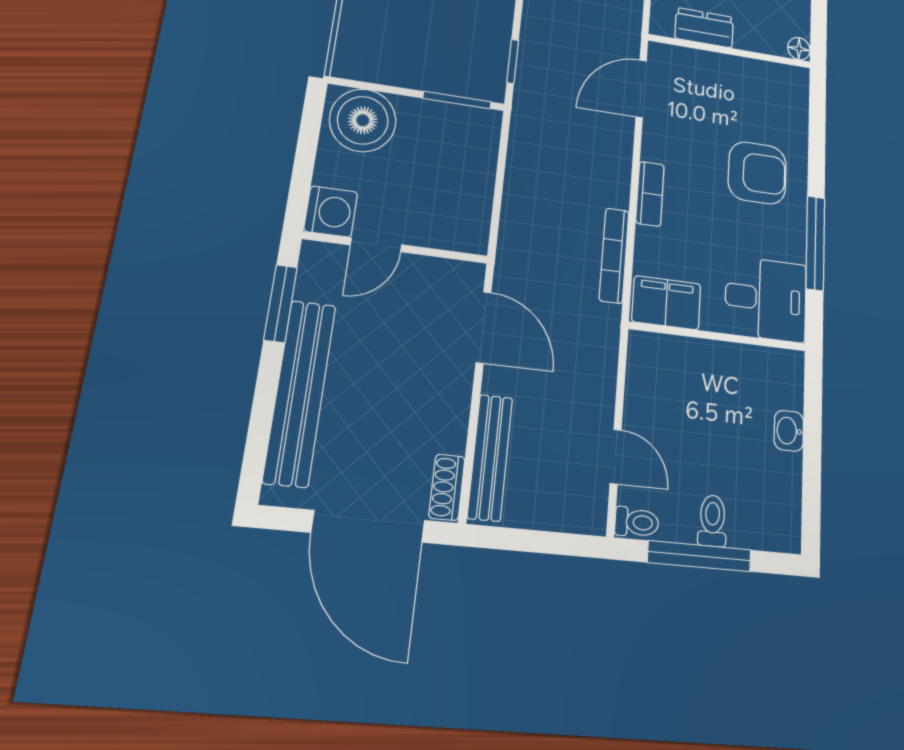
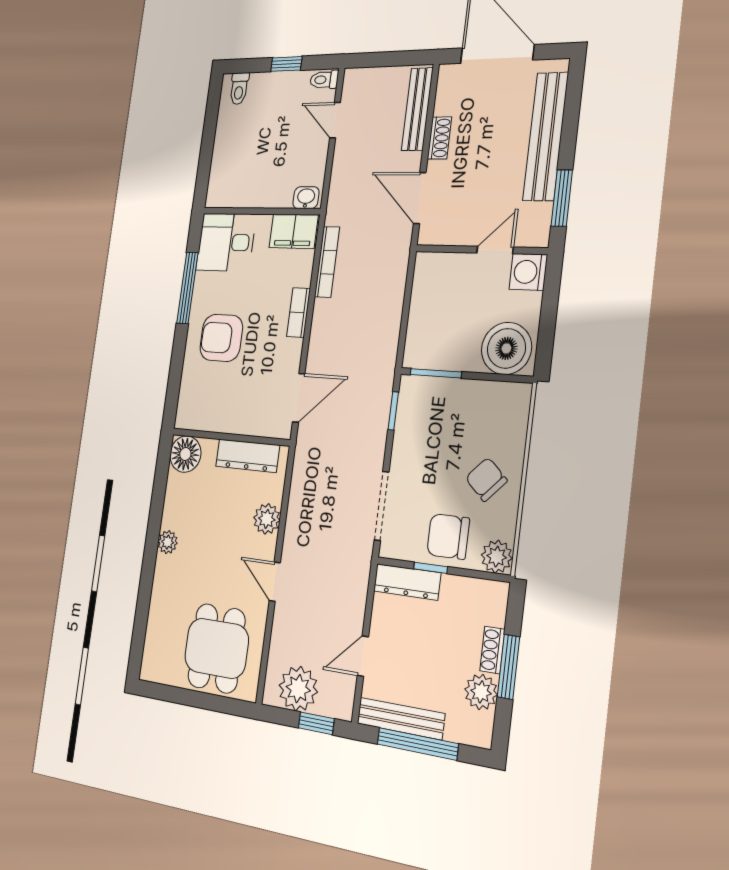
dresser: (704, 28) -> (248, 456), width x1.44
floor lamp: (799, 49) -> (185, 454), width x1.89, depth x1.89
washbasin: (789, 431) -> (306, 198), moved, turned -90
shoe rack: (447, 487) -> (439, 138), moved
toilet: (712, 521) -> (239, 88), moved
window: (699, 556) -> (286, 64), width x0.46

